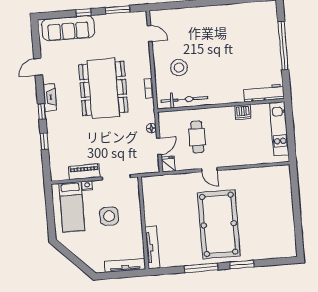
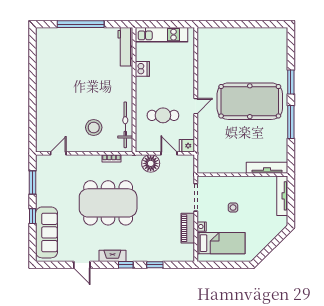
floor lamp: (151, 128) -> (151, 163), width x1.89, depth x1.89
side table: (109, 216) -> (233, 208), width x0.54, depth x0.54

